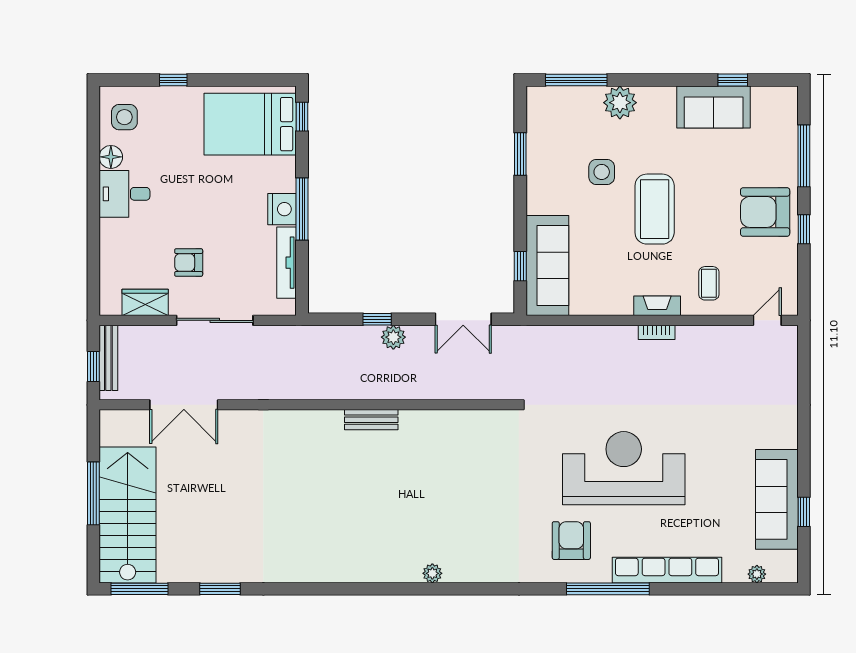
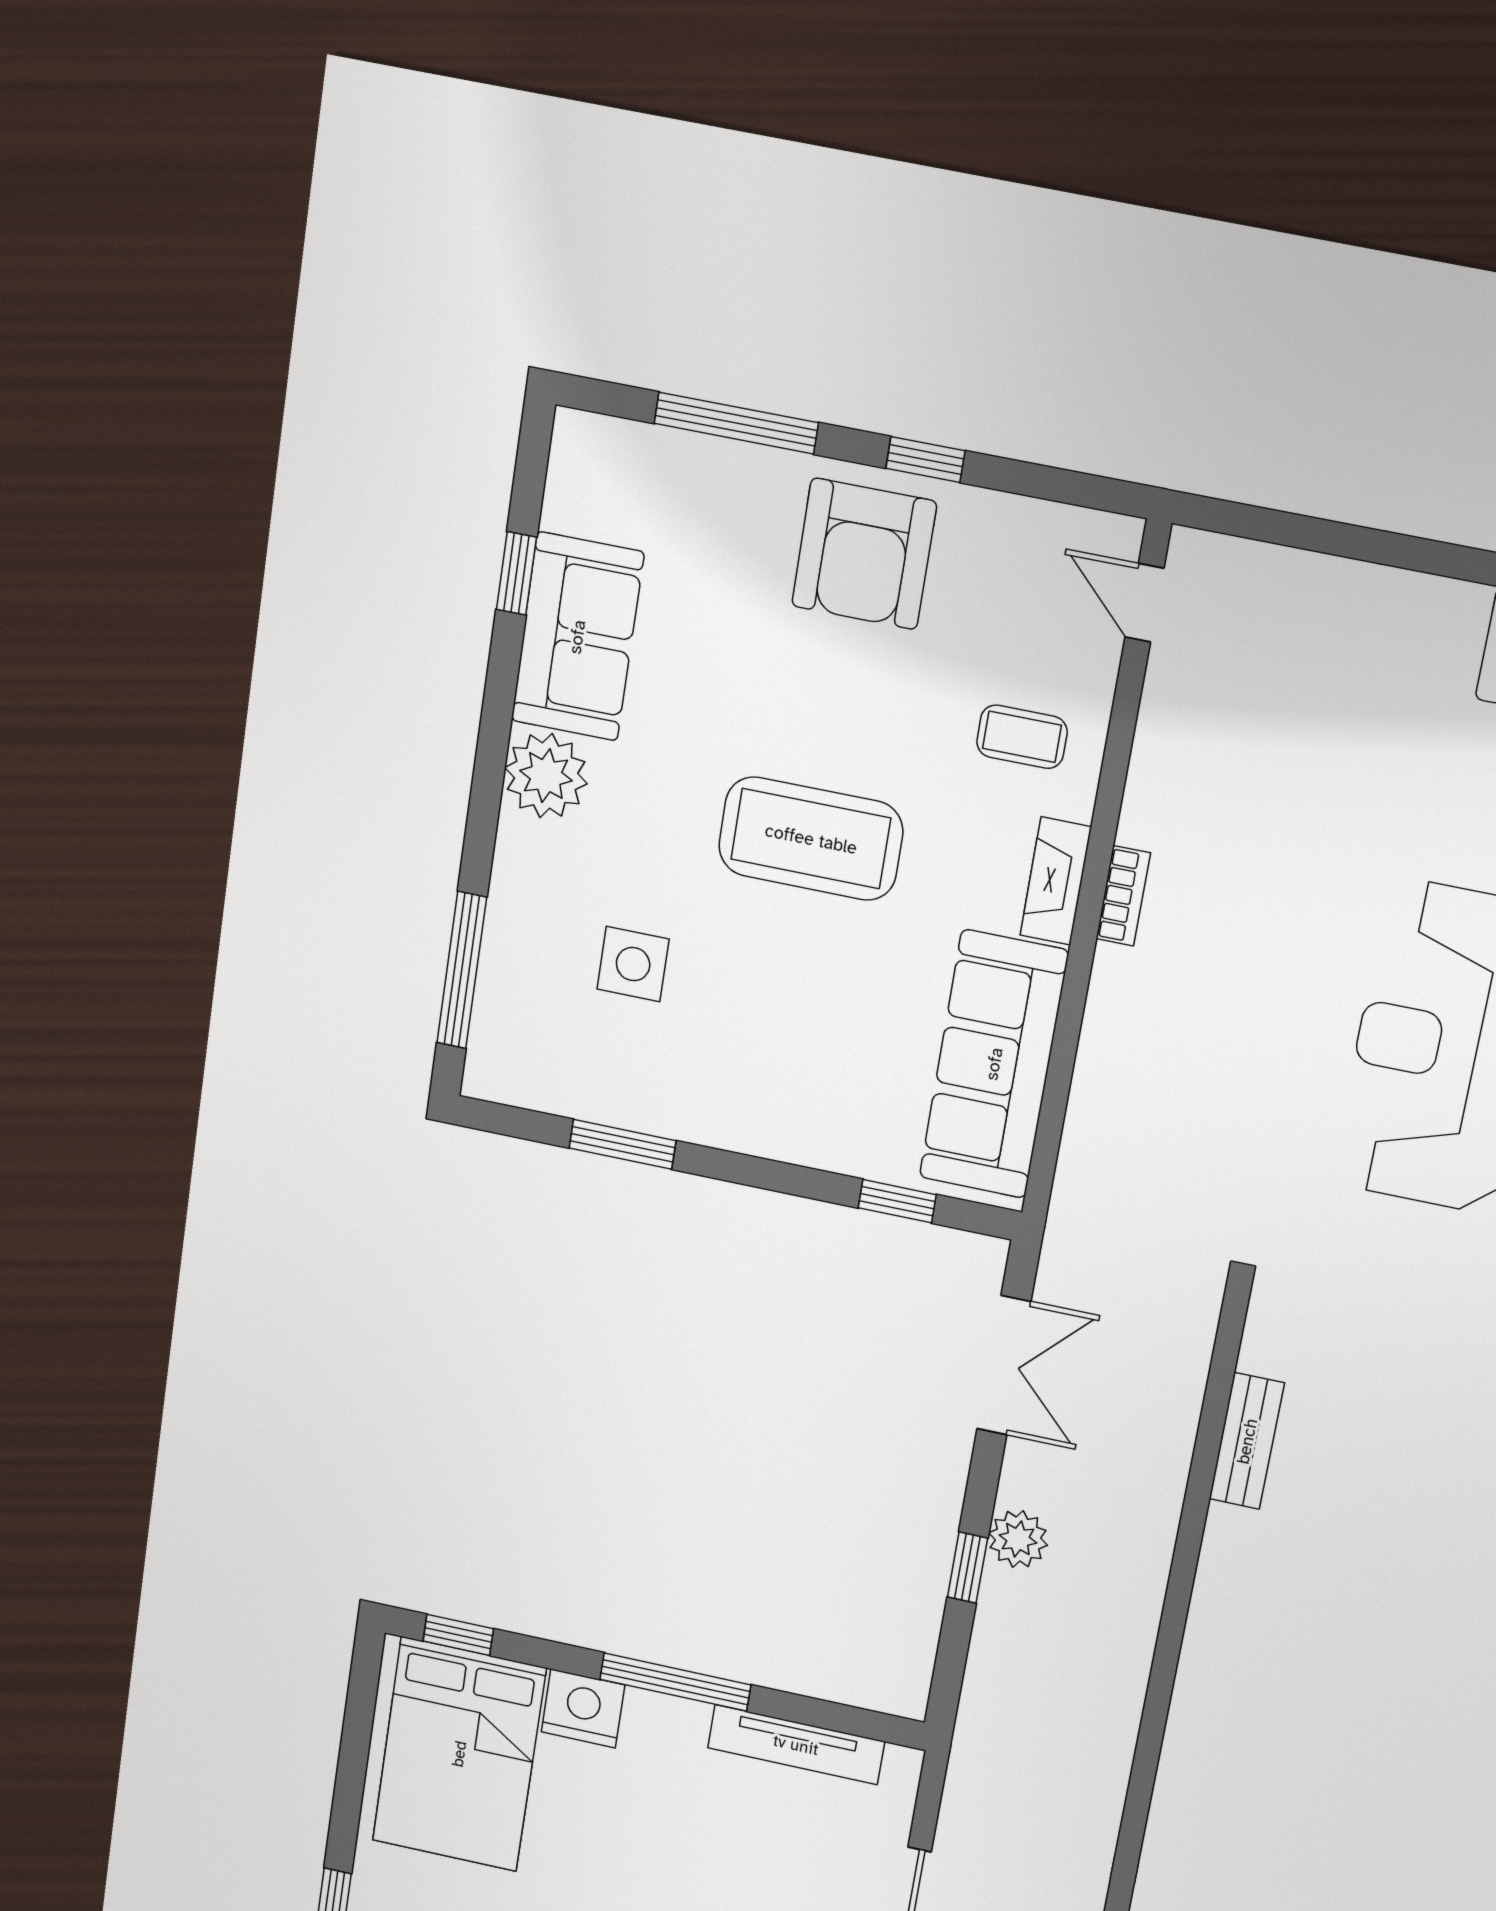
plant: (620, 103) -> (546, 776), moved
side table: (602, 172) -> (633, 964), moved
nightstand: (282, 209) -> (583, 1708), moved
sofa: (547, 266) -> (994, 1064), moved, turned -90
bench: (371, 420) -> (1247, 1441), moved

